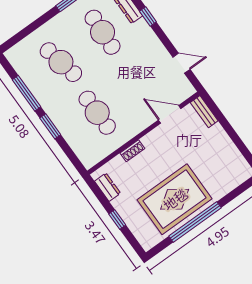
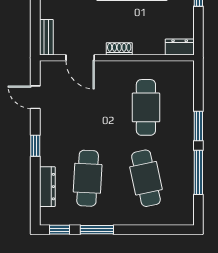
window: (148, 17) -> (35, 146), moved
shoe rack: (132, 151) -> (119, 49), moved
dresser: (108, 187) -> (180, 47), moved, turned 90

